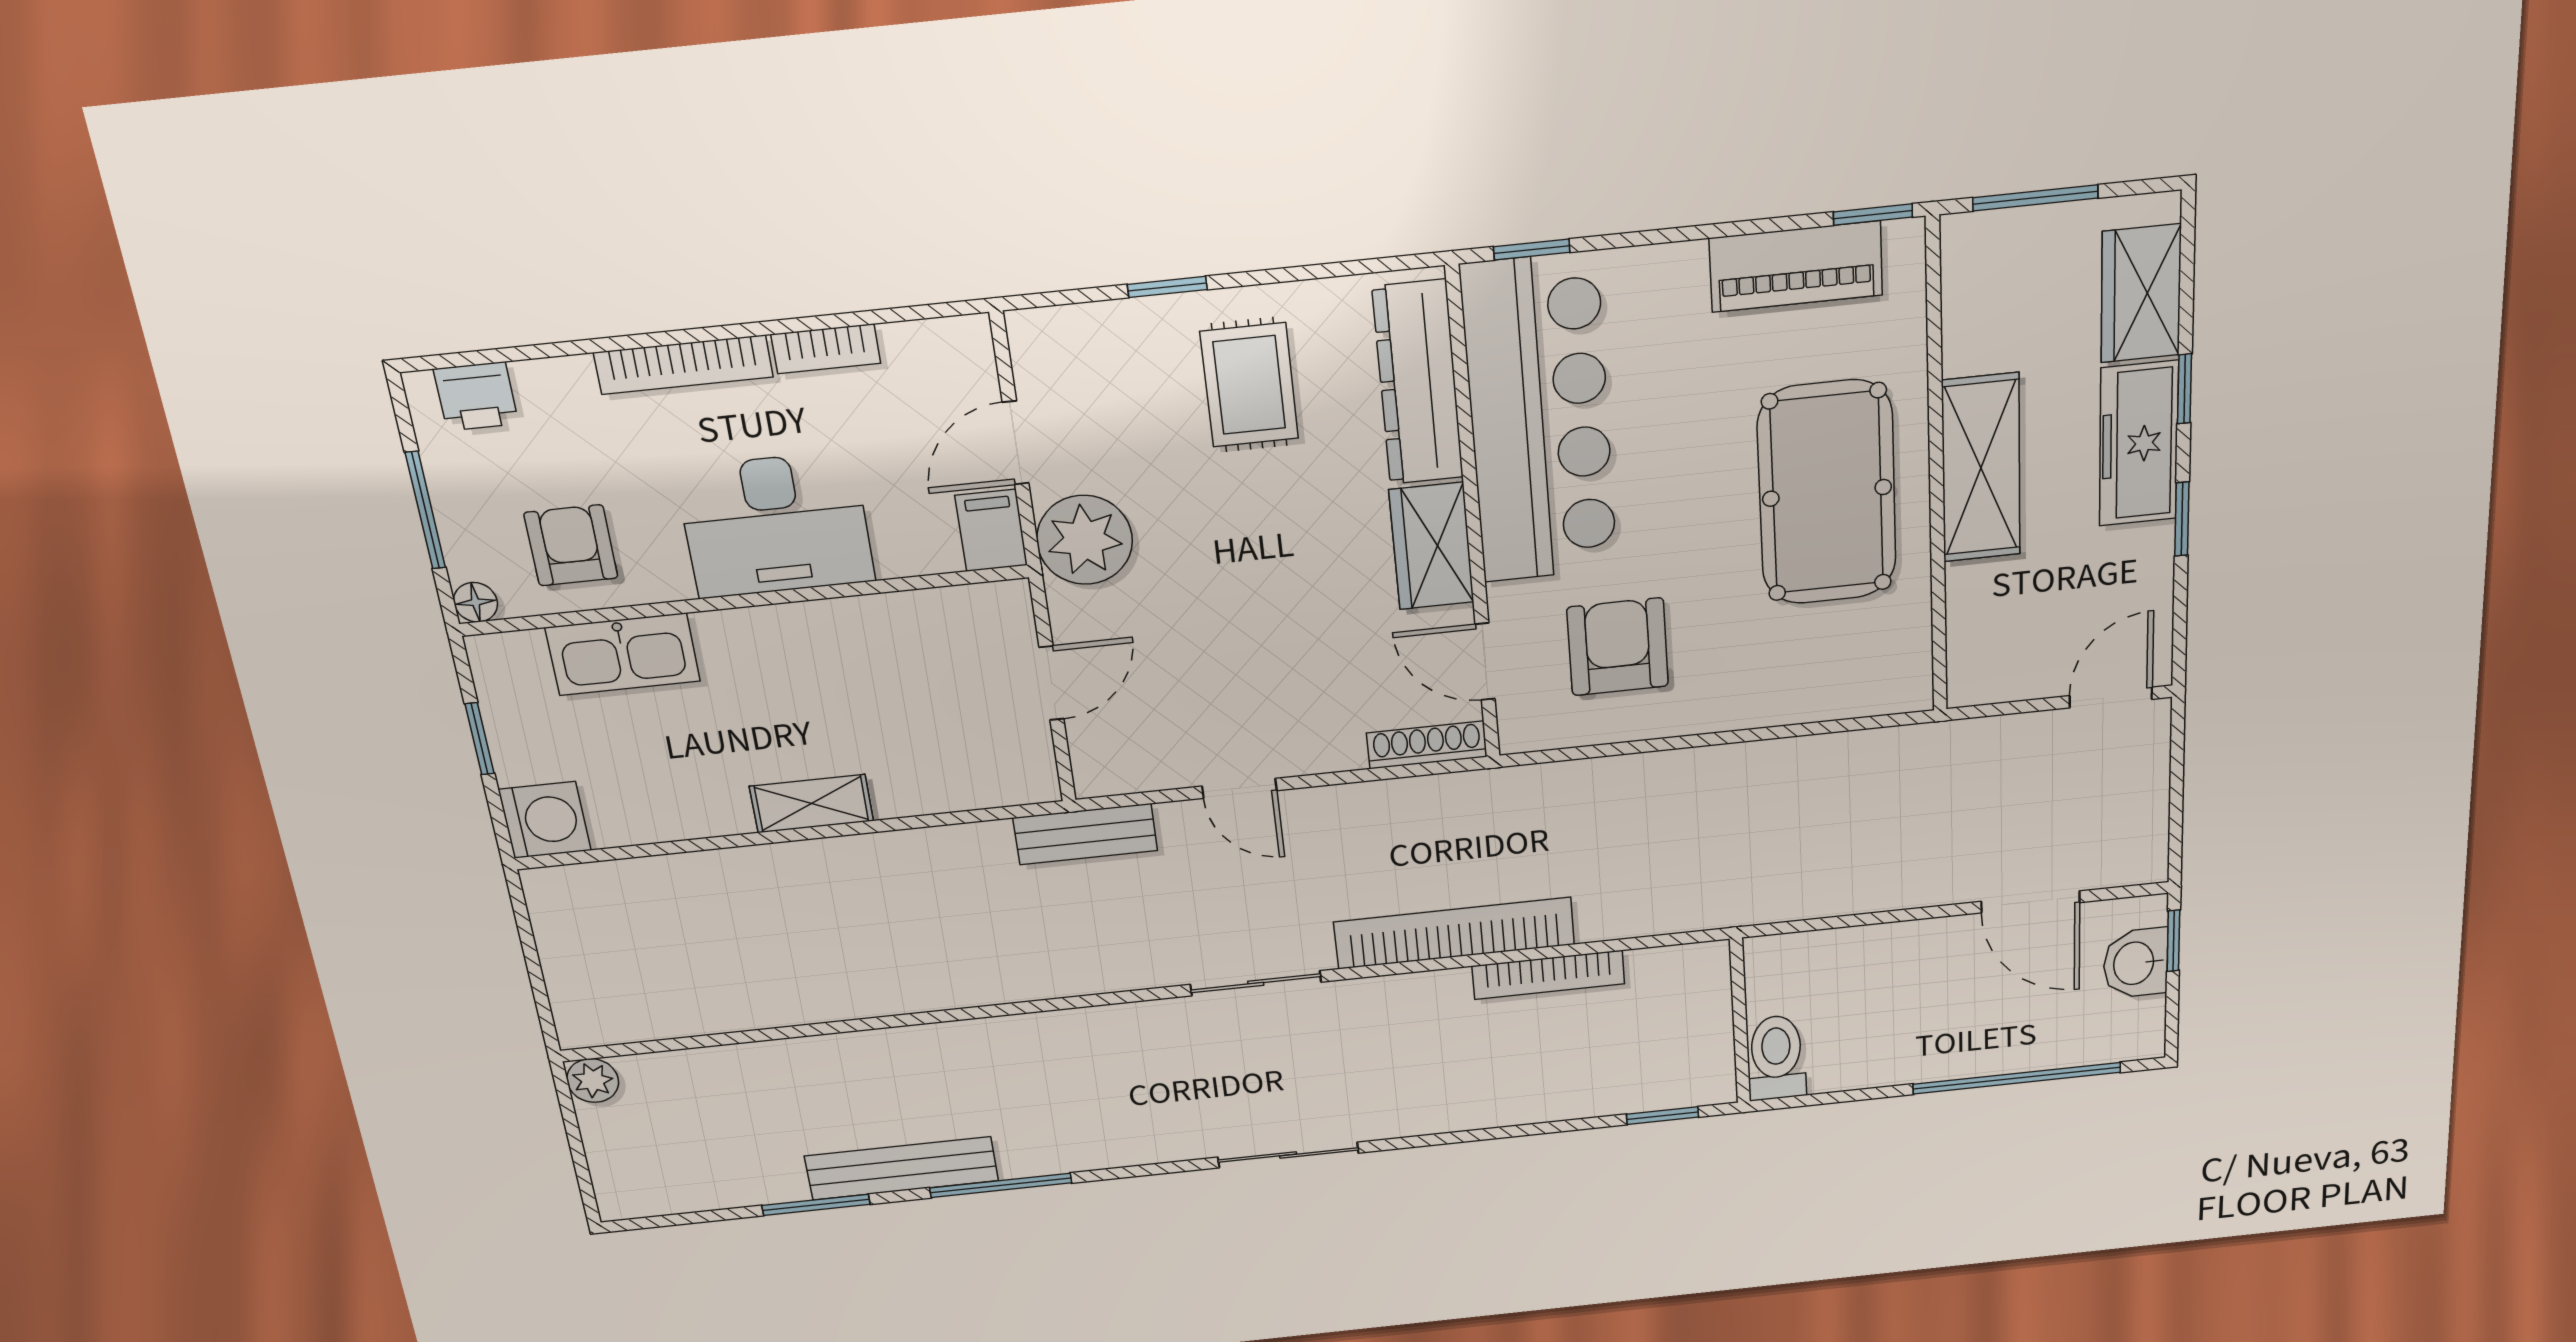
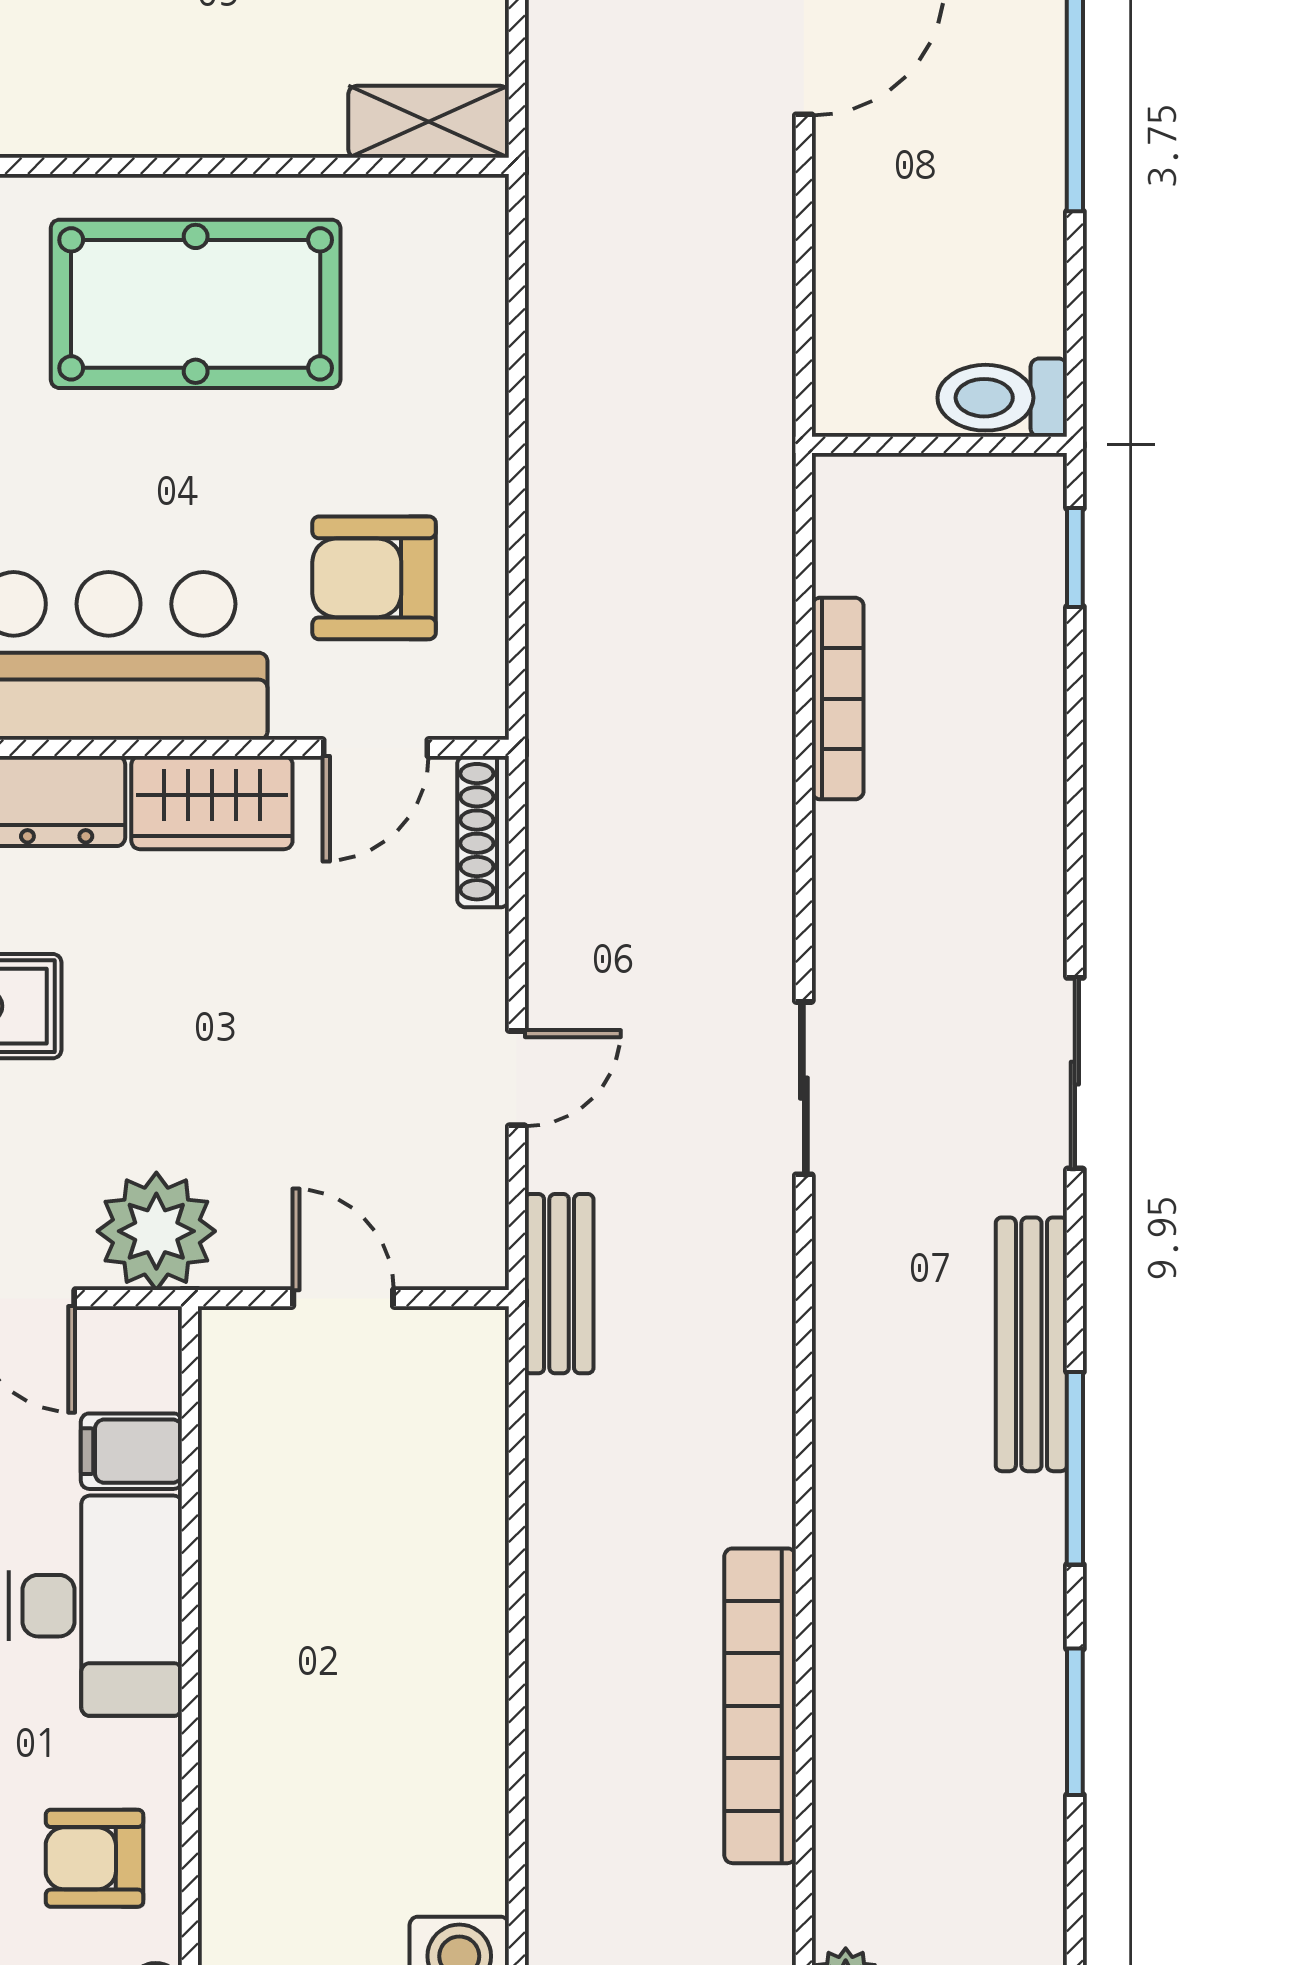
shelving: (1981, 468) -> (429, 122), moved, width x0.67, depth x0.75
filing cabinet: (991, 530) -> (131, 1451), moved
kitchen sink: (623, 654) -> (245, 1824), removed
shelving: (811, 804) -> (475, 1626), removed
bookcase: (1454, 933) -> (760, 1706), moved
bench: (902, 1168) -> (1031, 1344), moved

